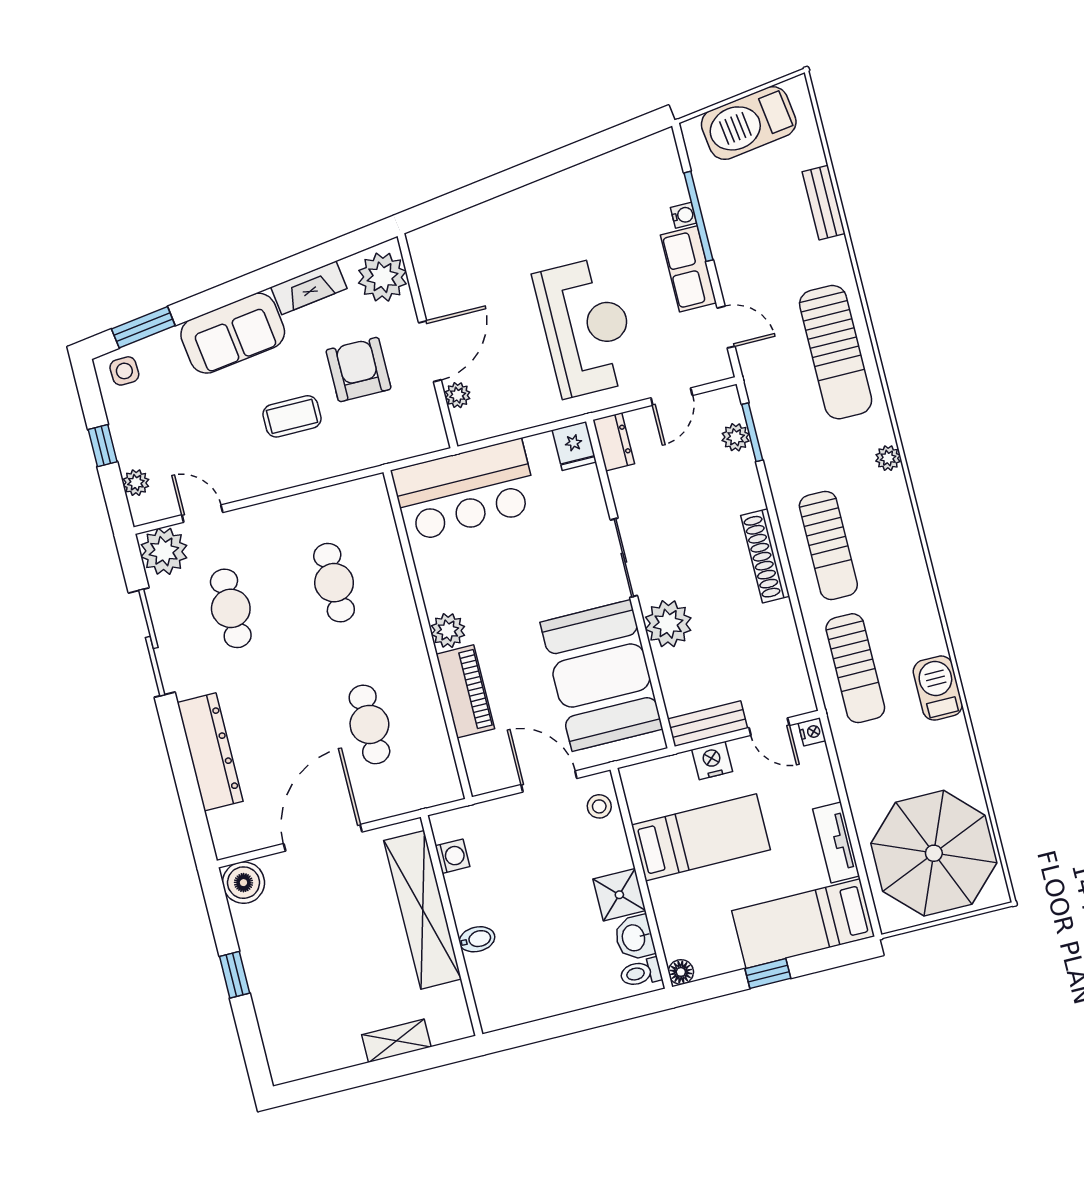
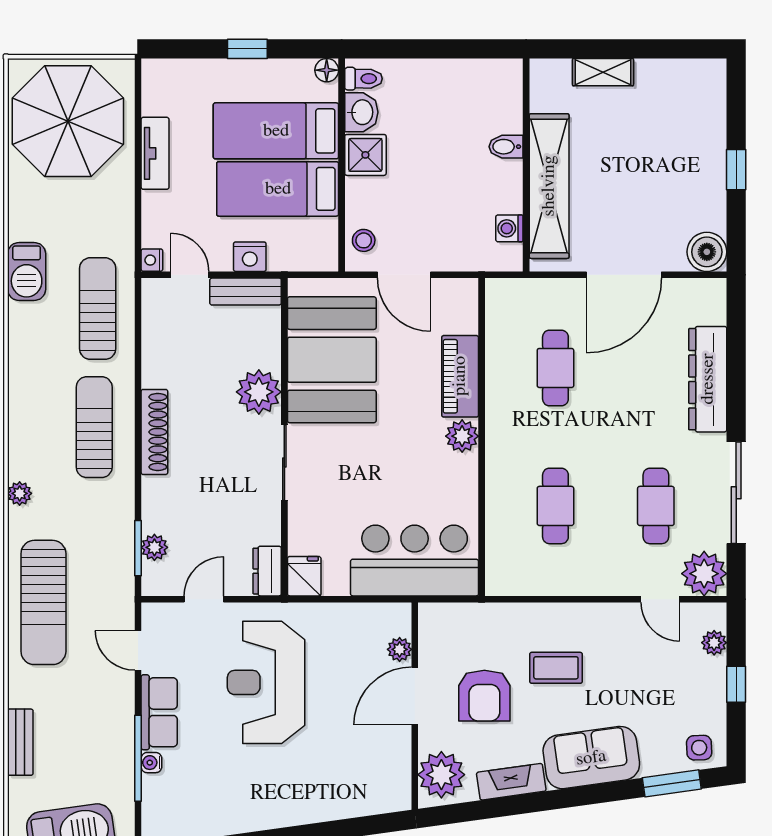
sun lounger: (836, 352) -> (43, 602), turned 180
bed: (803, 924) -> (276, 131), moved, turned 180

